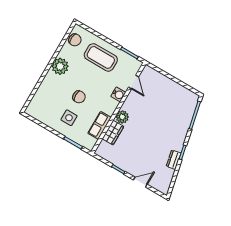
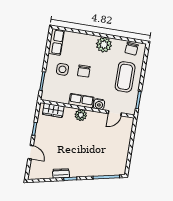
row of seats: (39, 113) -> (56, 42), added
row of seats: (100, 125) -> (81, 101), moved
wardrobe: (113, 133) -> (53, 110), moved

